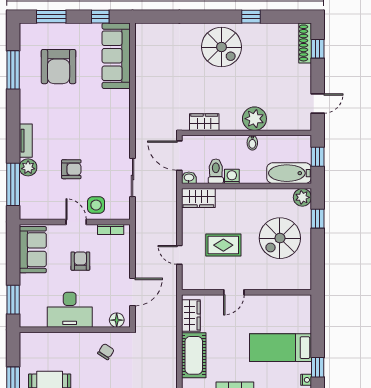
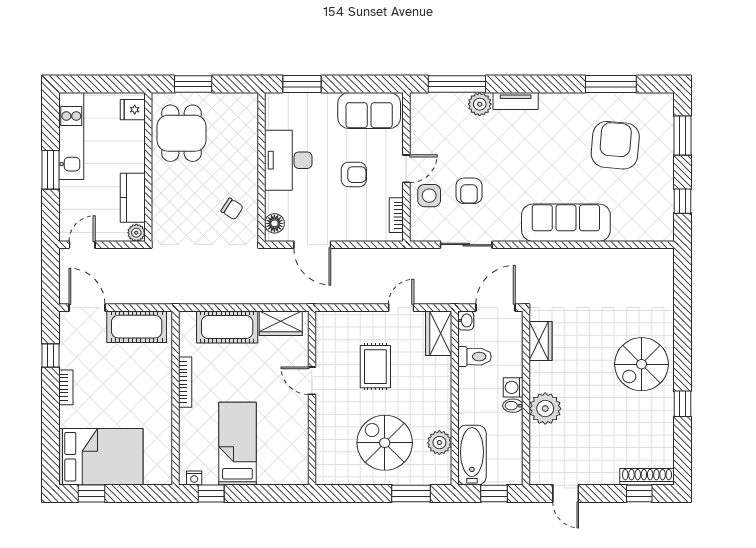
sofa: (116, 56) -> (566, 223), moved
armchair: (59, 67) -> (615, 145), turned 95
armchair: (71, 169) -> (469, 191), moved
washing machine: (232, 176) -> (513, 387), moved, turned 180
plant: (302, 197) -> (439, 443), moved
window: (318, 219) -> (411, 493), width x1.50
door: (179, 255) -> (401, 308), moved

